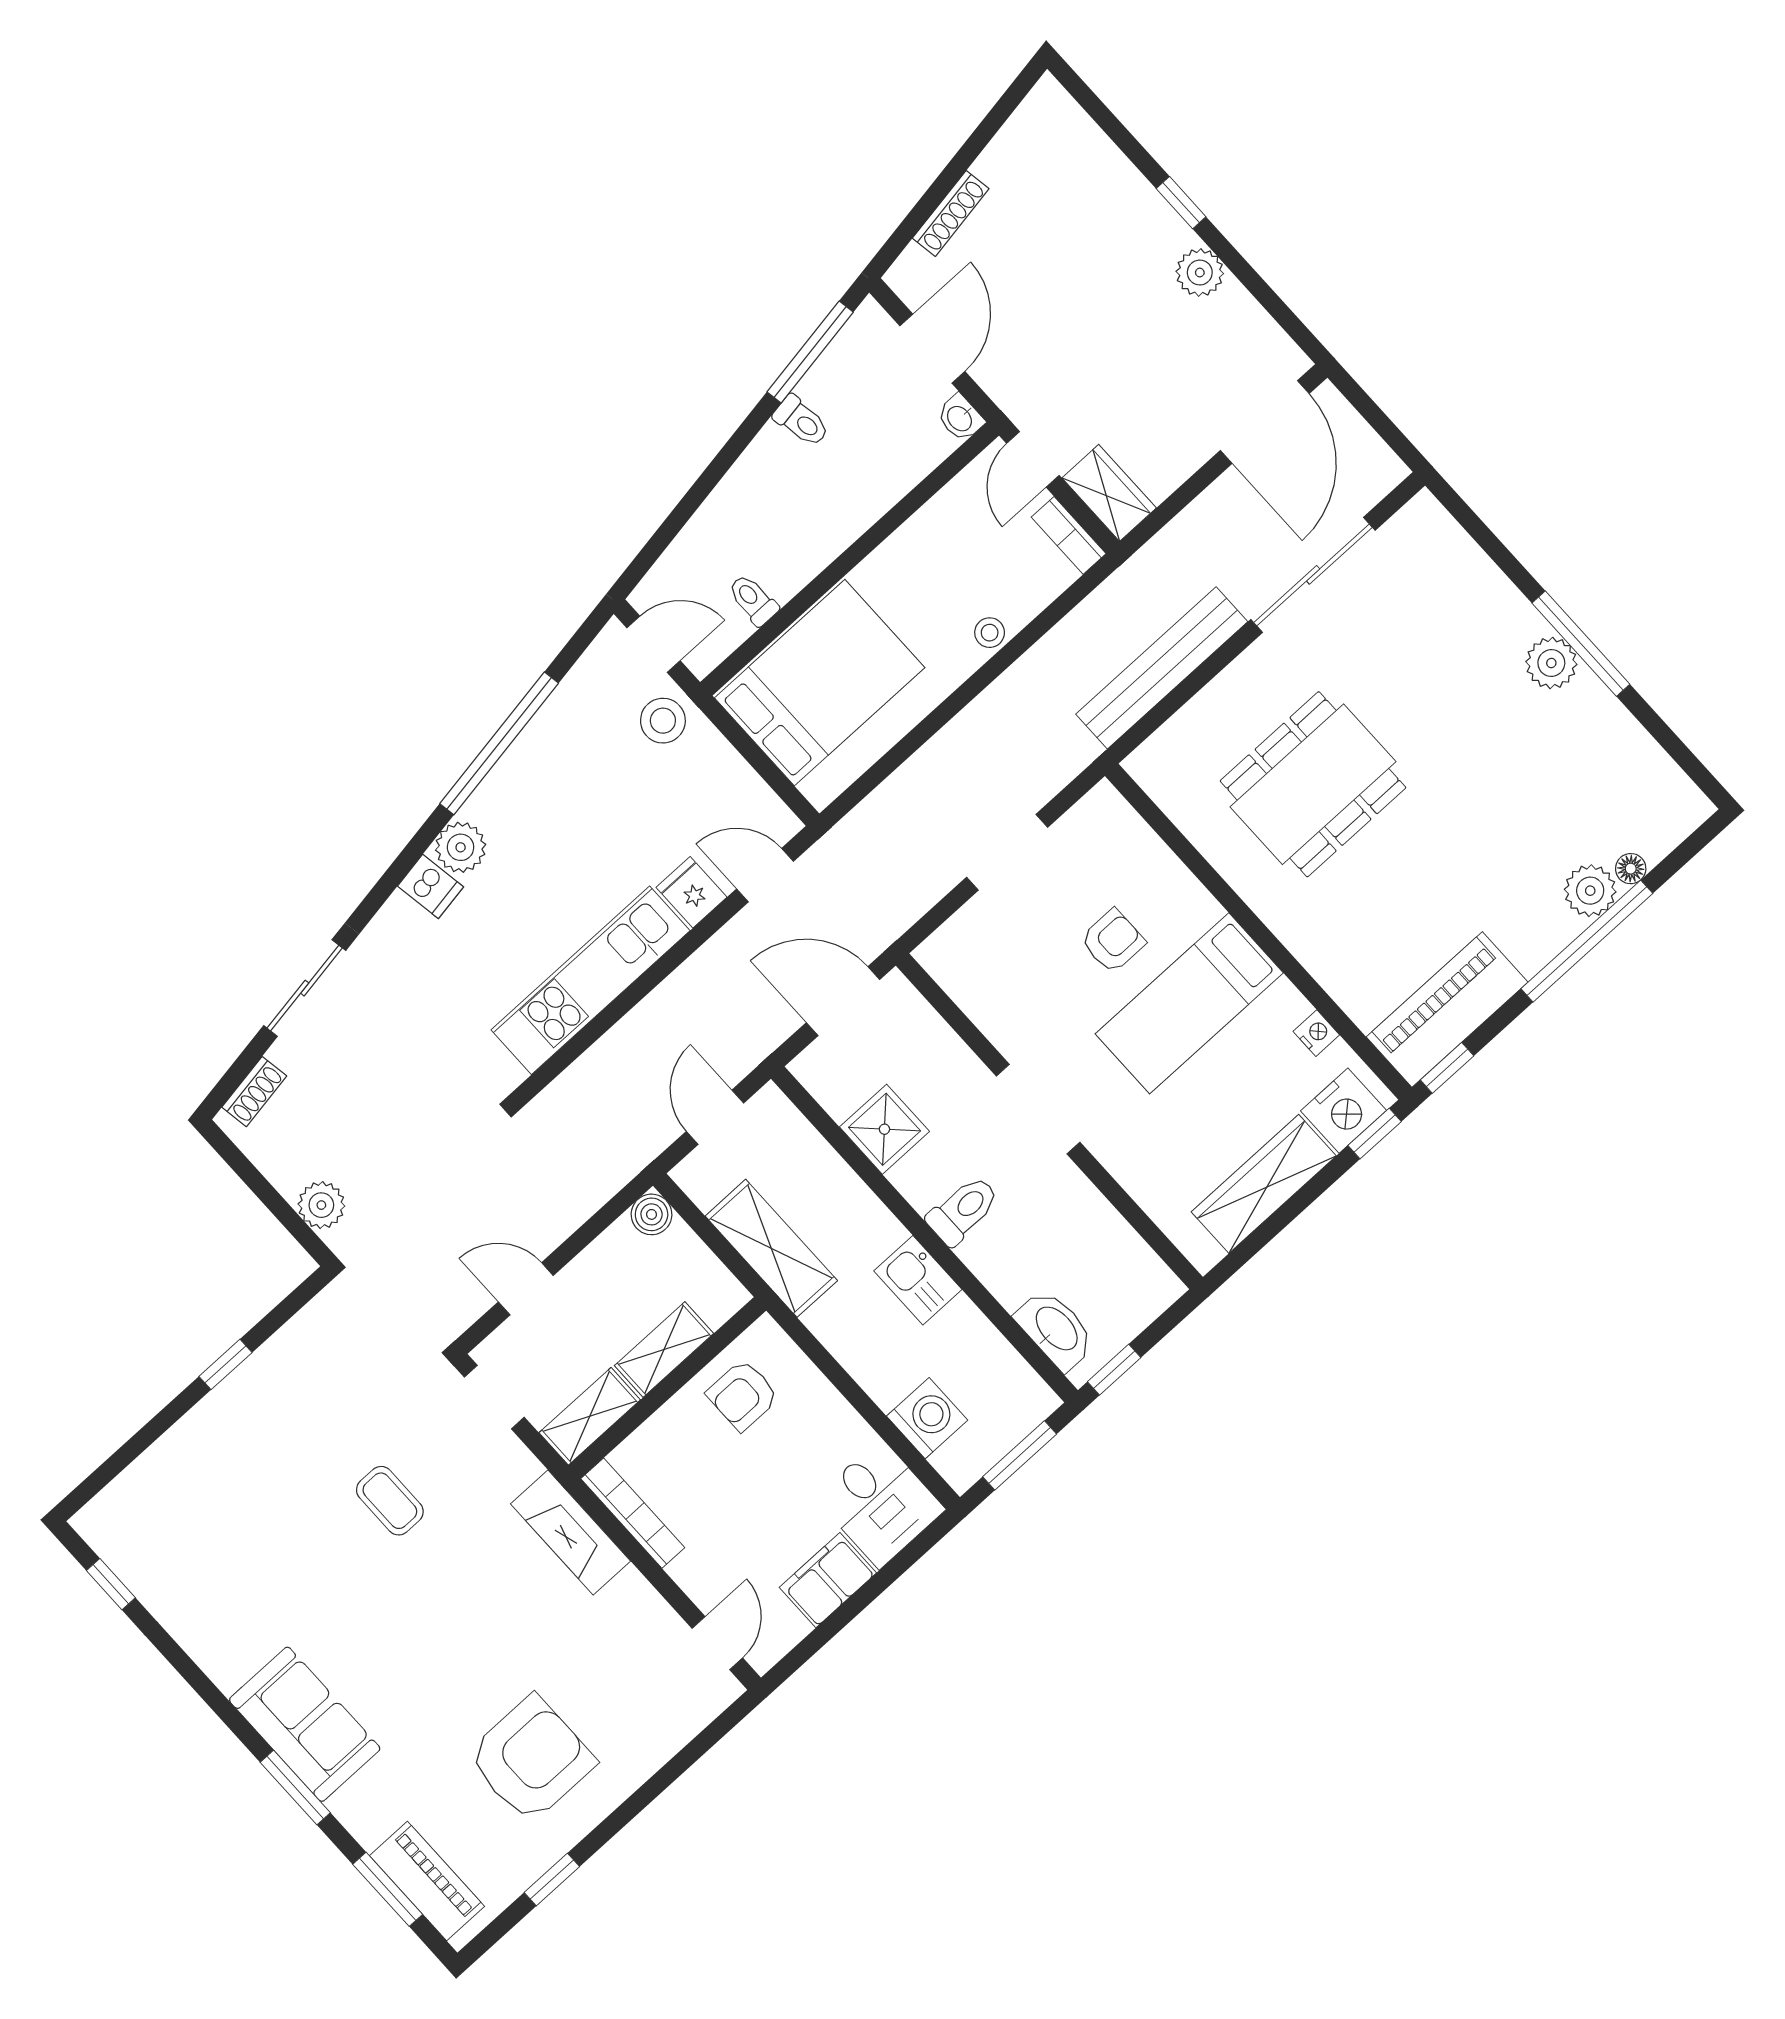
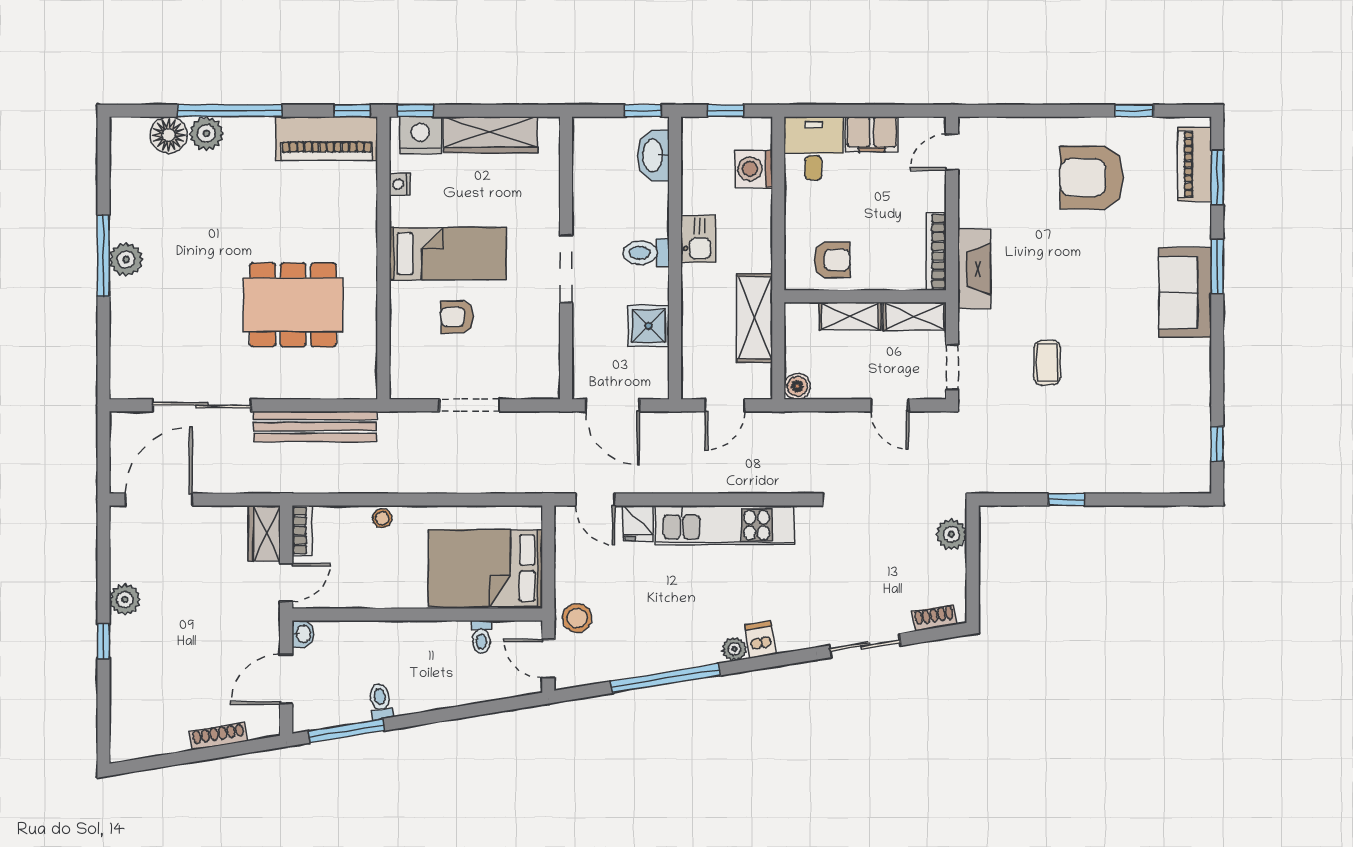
plant: (461, 847) -> (734, 649), width x0.73, depth x0.73
floor lamp: (1631, 869) -> (169, 135), width x1.89, depth x1.89
window: (1020, 1455) -> (726, 111), width x0.67

